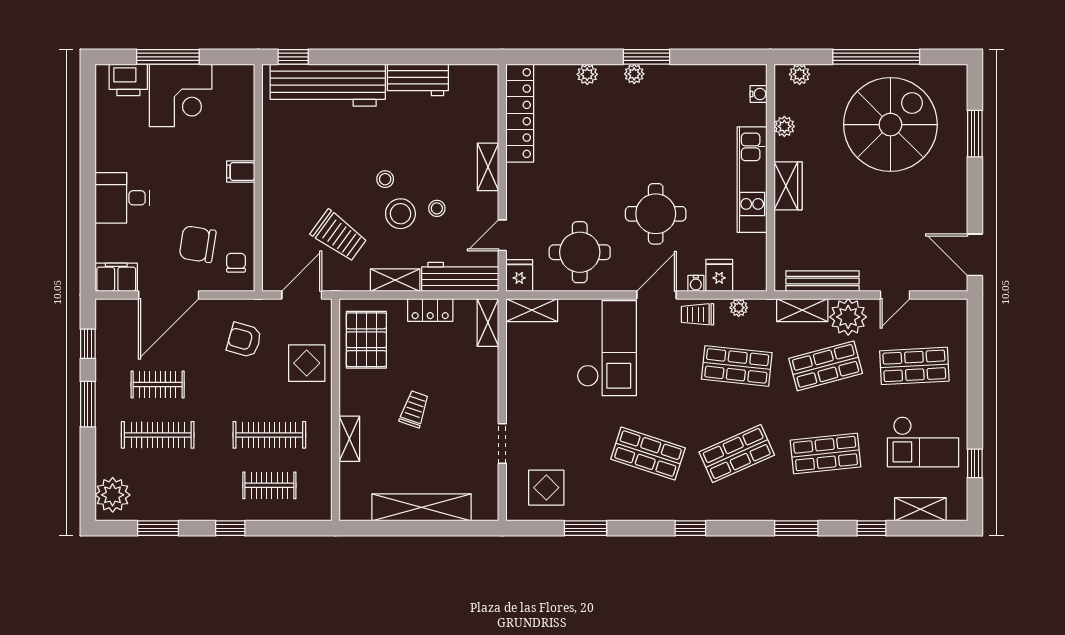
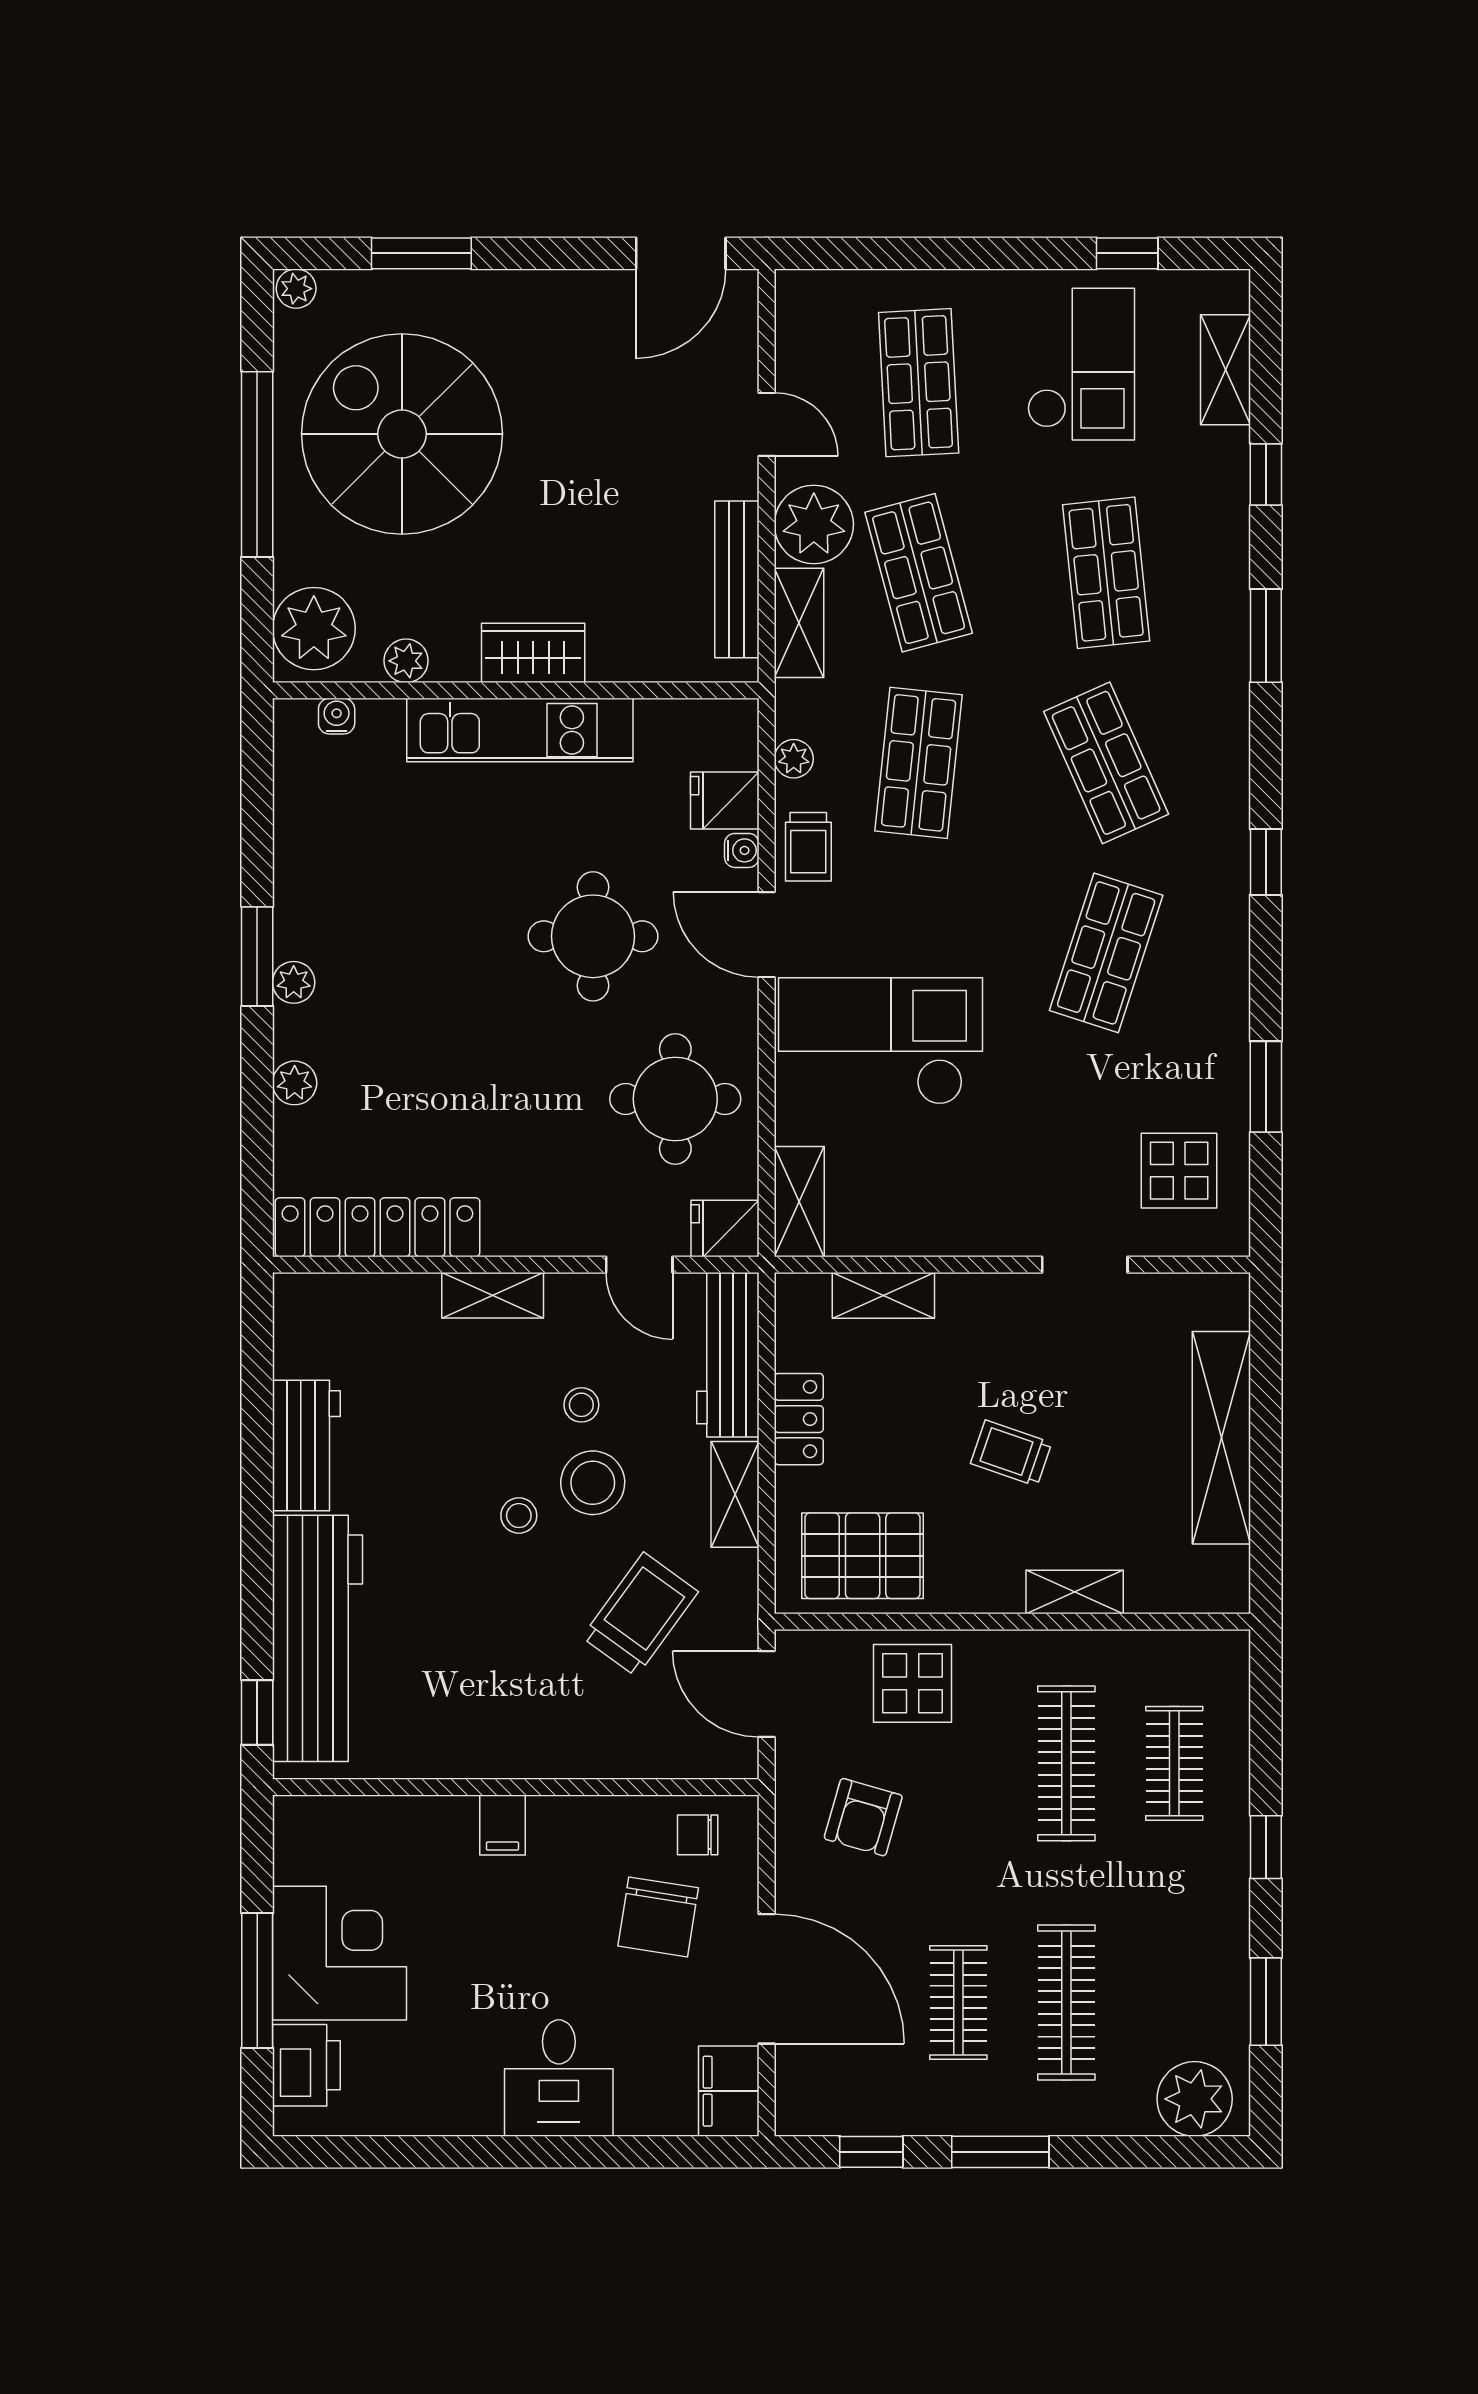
plant: (800, 74) -> (314, 629), width x1.87, depth x1.87
plant: (958, 75) -> (296, 289), added
shelving: (488, 323) -> (883, 1295), moved

